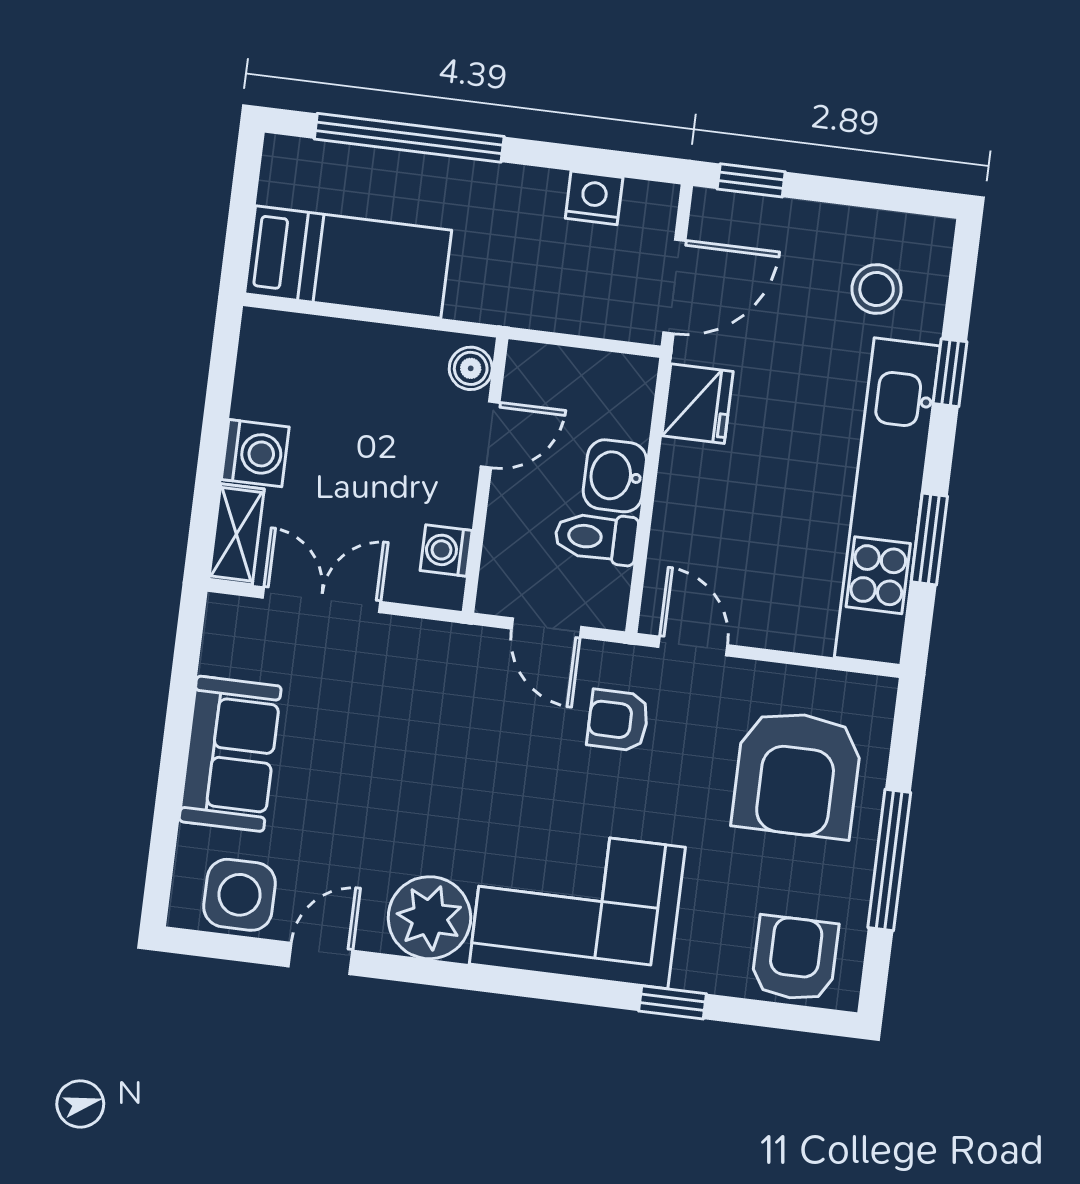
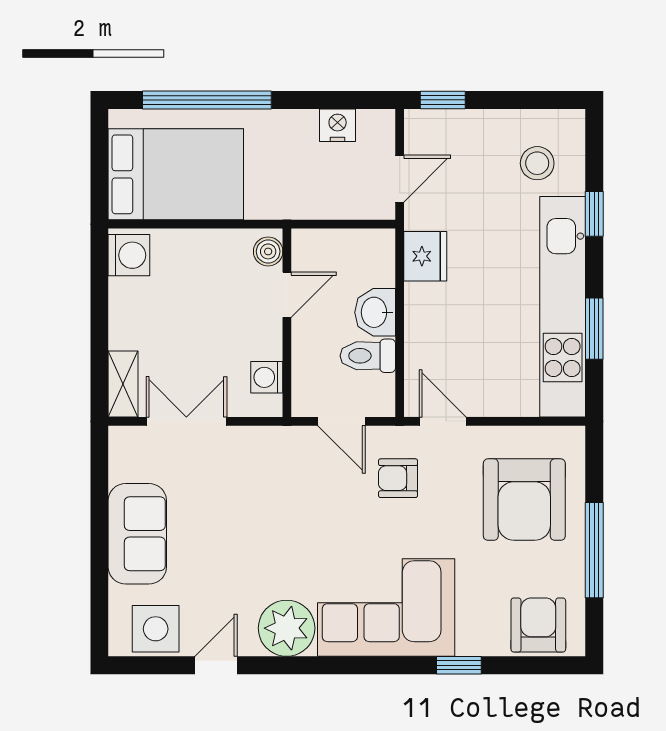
bed: (348, 262) -> (176, 174), width x1.50
door: (674, 287) -> (400, 179), width x0.73
washing machine: (255, 453) -> (129, 255), moved

